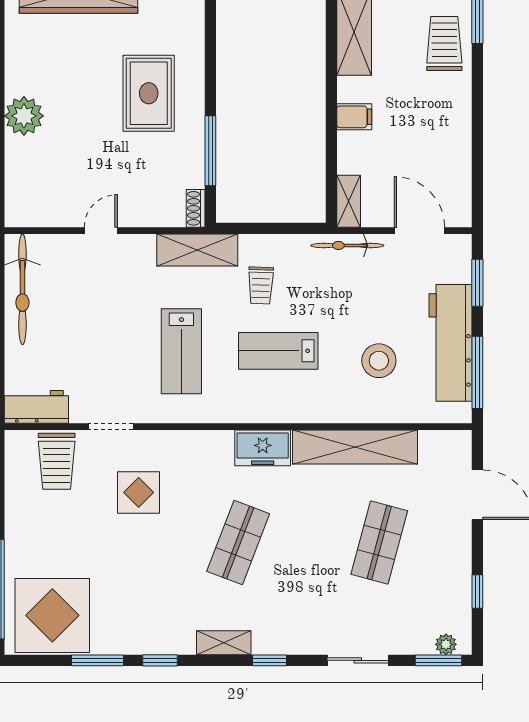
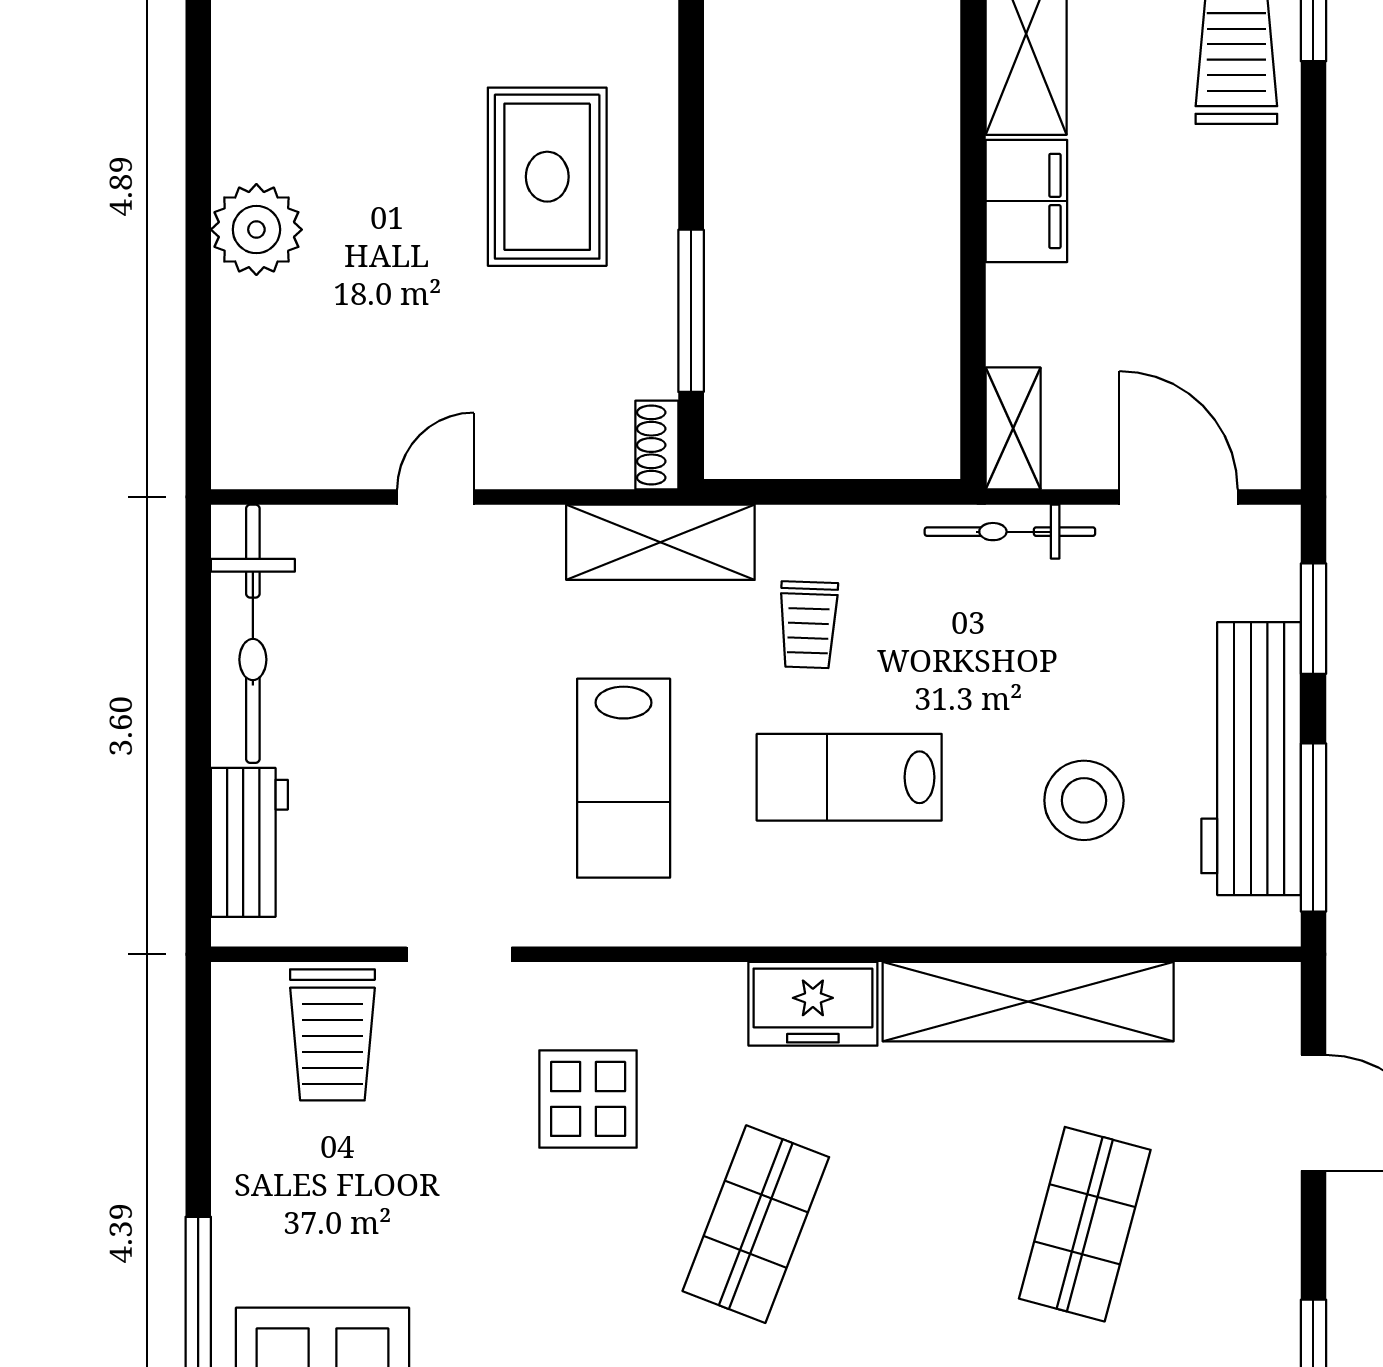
filing cabinet: (354, 117) -> (1026, 201), width x2.00
workbench: (36, 407) -> (249, 842), moved, turned 90
display table: (139, 492) -> (588, 1099), moved

